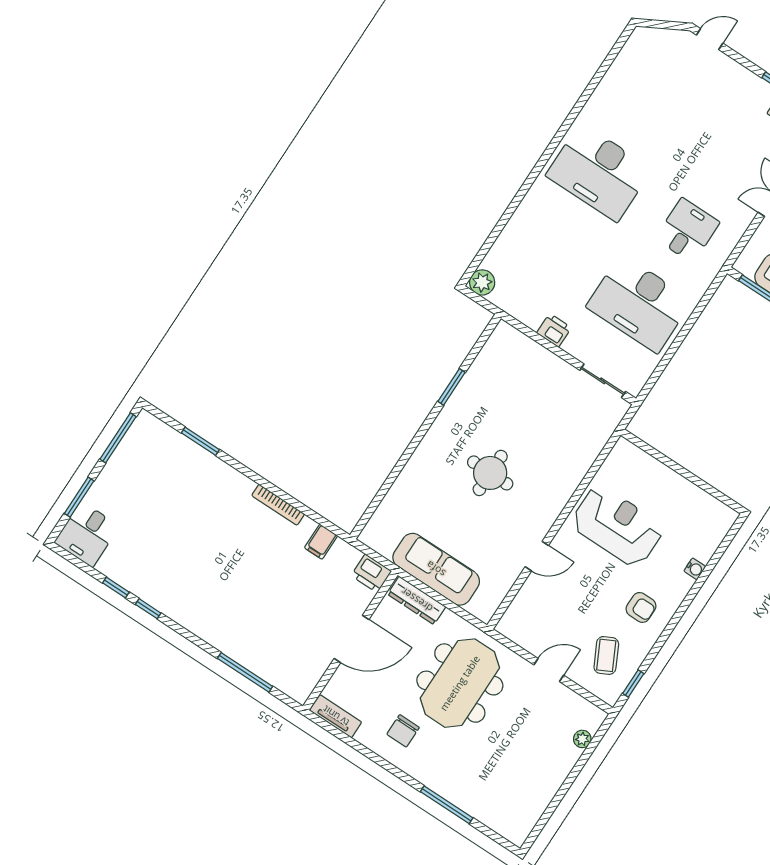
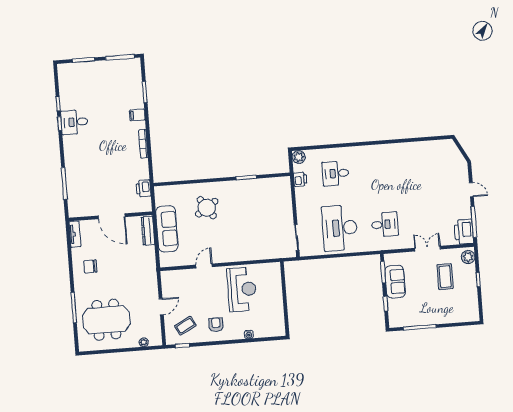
door: (710, 39) -> (471, 190), moved
desk: (599, 172) -> (336, 173), moved, width x0.53, depth x0.77
printer: (554, 330) -> (300, 179), moved
round table: (490, 473) -> (207, 208), moved, turned -34
desk: (87, 534) -> (74, 122), moved
filing cabinet: (321, 542) -> (137, 115), moved
door: (537, 556) -> (204, 266), swing flipped
printer: (371, 573) -> (143, 188), moved
armchair: (641, 607) -> (216, 325), turned 180
door: (549, 670) -> (161, 307), hinge flipped
meeting table: (460, 683) -> (106, 320), moved

